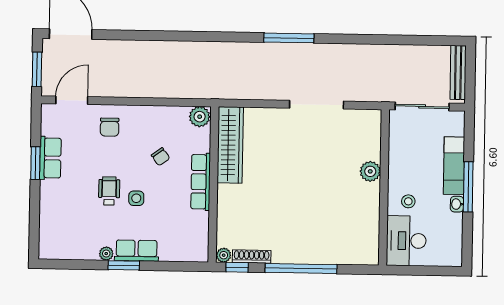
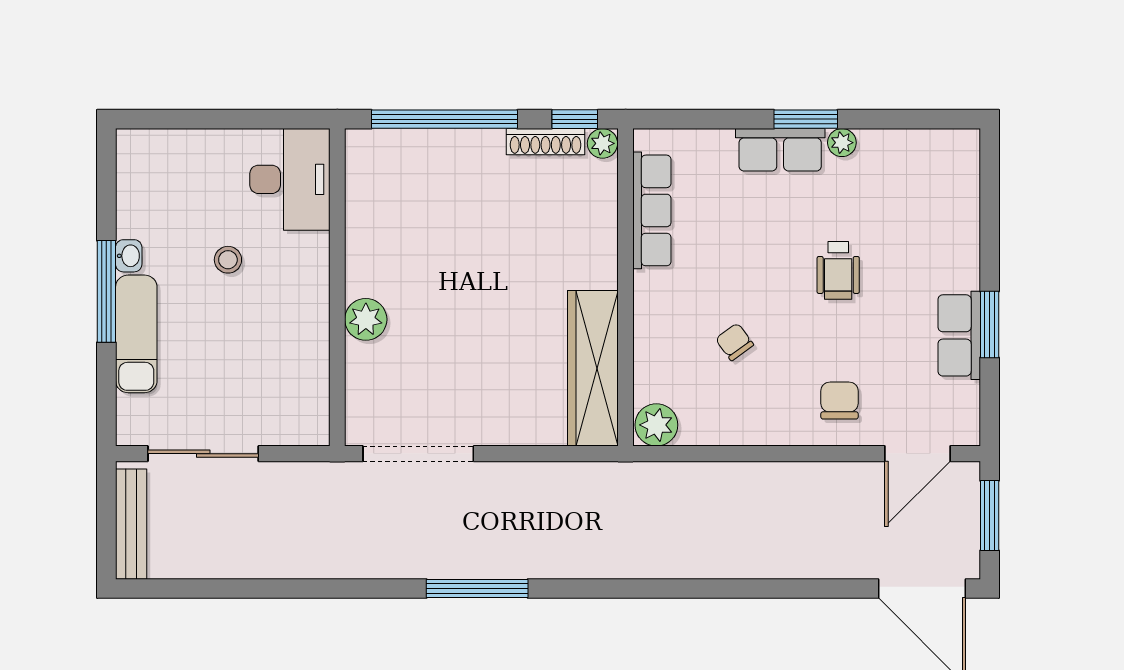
plant: (370, 171) -> (366, 319), moved
row of seats: (201, 182) -> (652, 210), moved
wall: (384, 187) -> (337, 287), moved
side table: (136, 198) -> (783, 256), removed
desk: (406, 241) -> (290, 179), moved

